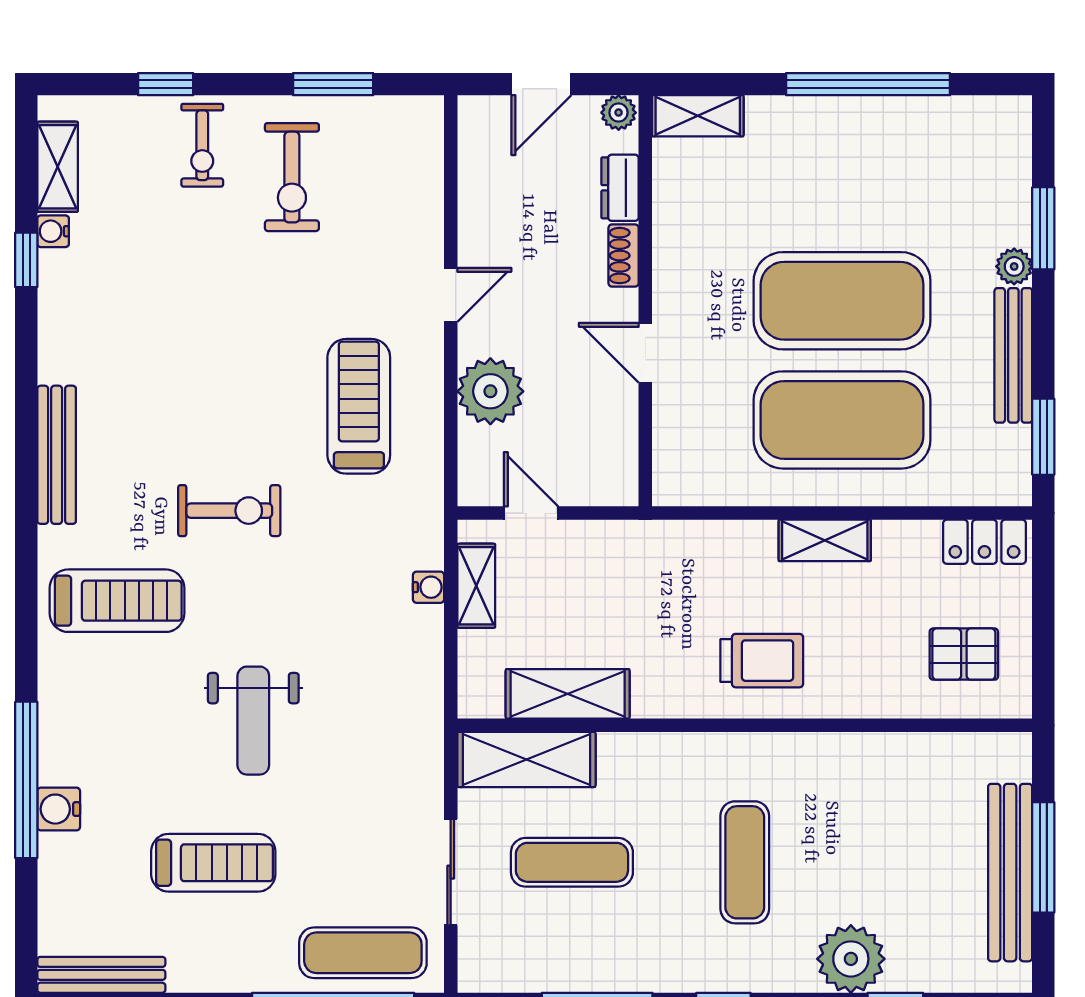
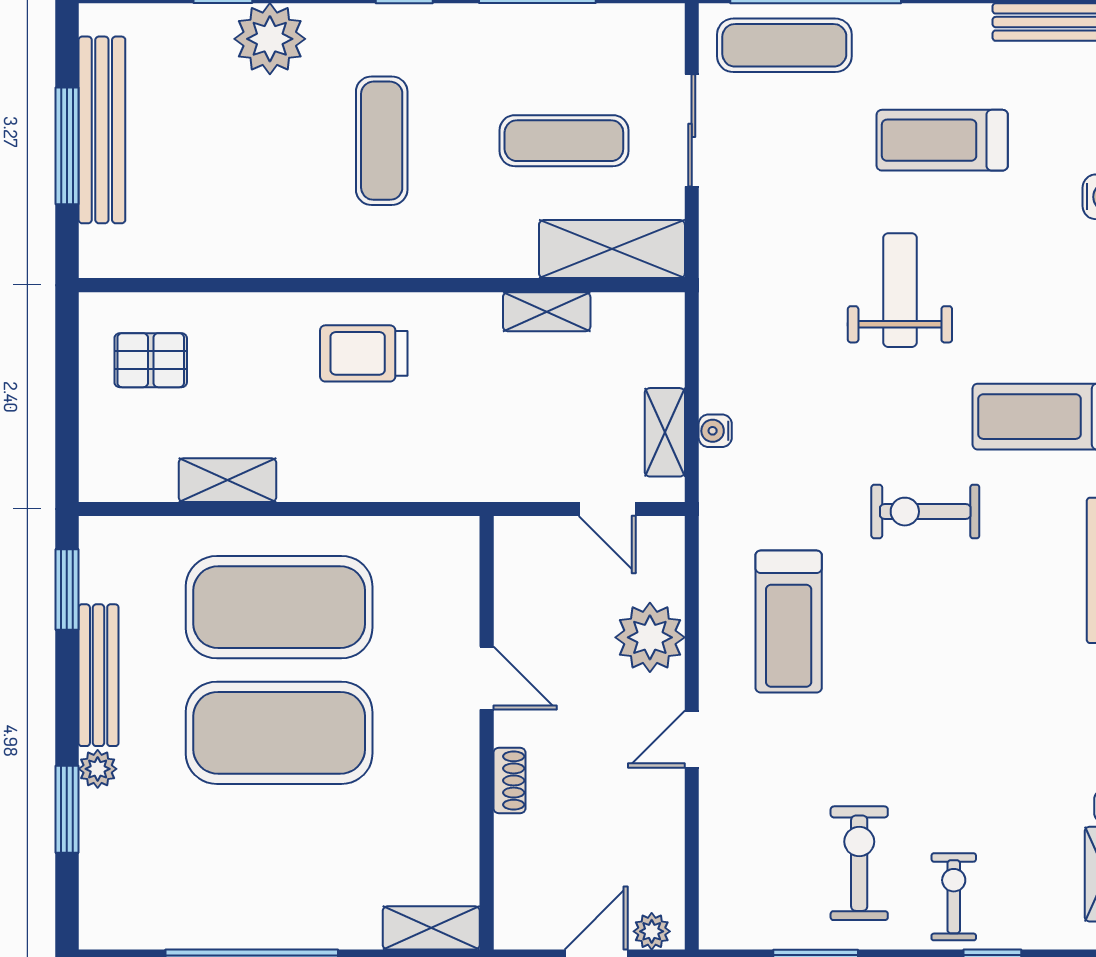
plant: (619, 113) -> (652, 931), moved
dresser: (620, 188) -> (513, 852), removed
shelving: (825, 540) -> (227, 480), moved
locker: (984, 542) -> (129, 479), removed
shelving: (568, 694) -> (547, 312), width x0.67, depth x0.75

